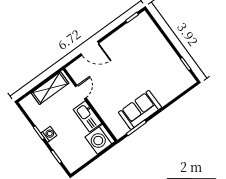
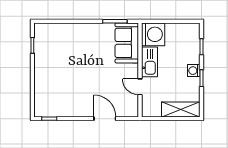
shelving: (50, 88) -> (181, 109), moved
door: (81, 92) -> (140, 87), hinge flipped
sofa: (140, 110) -> (127, 43), moved, turned 90

